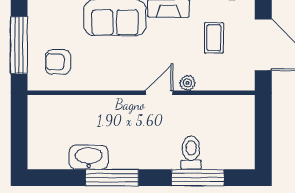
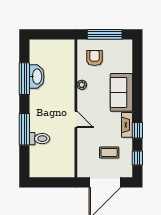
plant: (187, 83) -> (82, 85), moved
window: (112, 178) -> (24, 79), moved
window: (198, 178) -> (24, 129), moved

